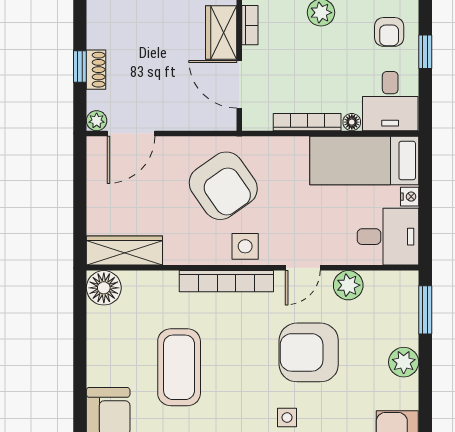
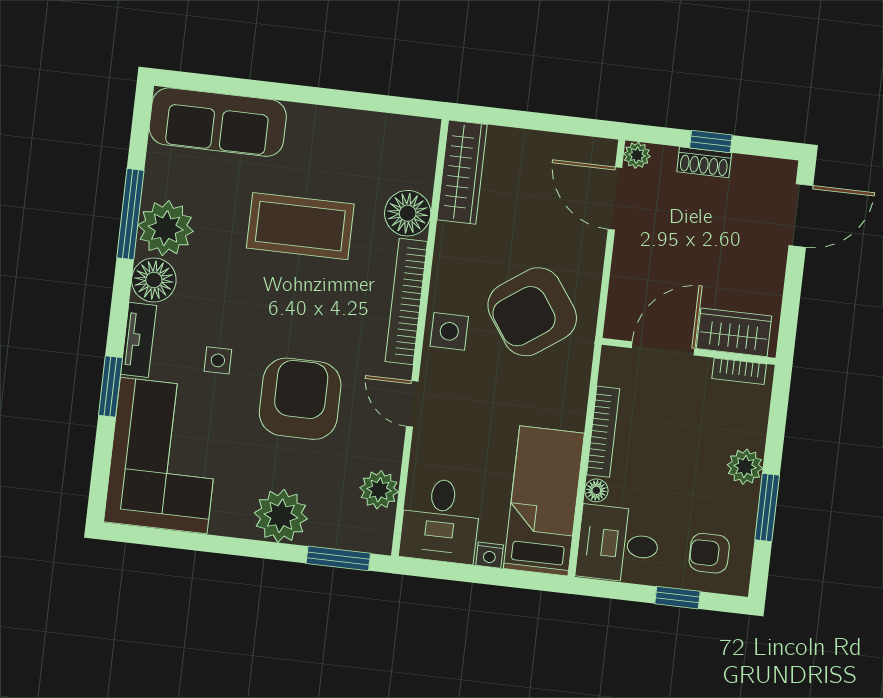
plant: (348, 285) -> (379, 490), moved
floor lamp: (104, 288) -> (408, 213), moved
plant: (404, 362) -> (281, 516), width x1.36, depth x1.36

